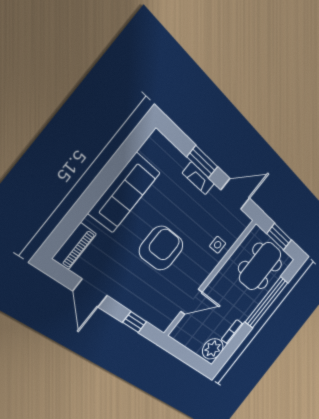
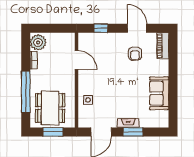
sofa: (124, 193) -> (159, 93), width x0.73
armchair: (161, 248) -> (135, 54), moved, width x0.53, depth x0.53
door: (192, 302) -> (77, 60), swing flipped

